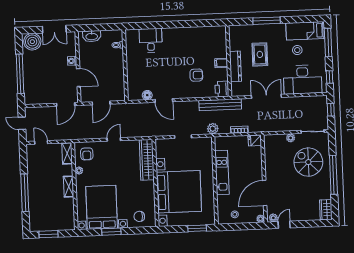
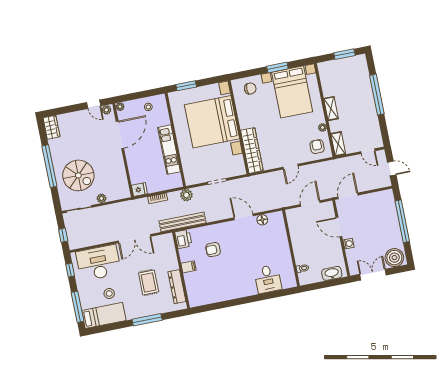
dresser: (235, 66) -> (177, 287), moved
door: (284, 225) -> (94, 104), hinge flipped

